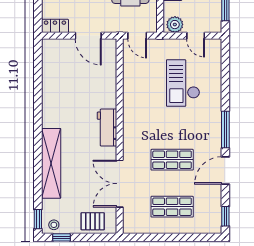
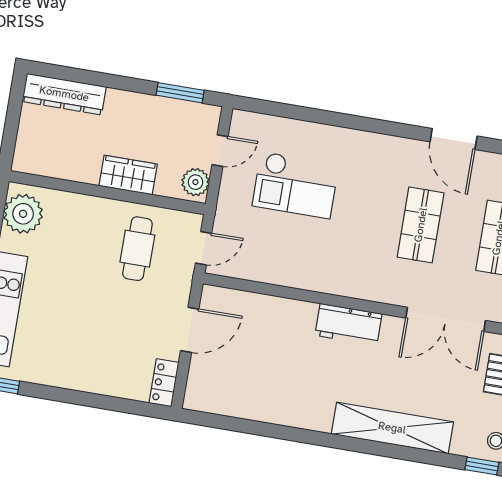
window: (225, 130) -> (385, 127), removed

